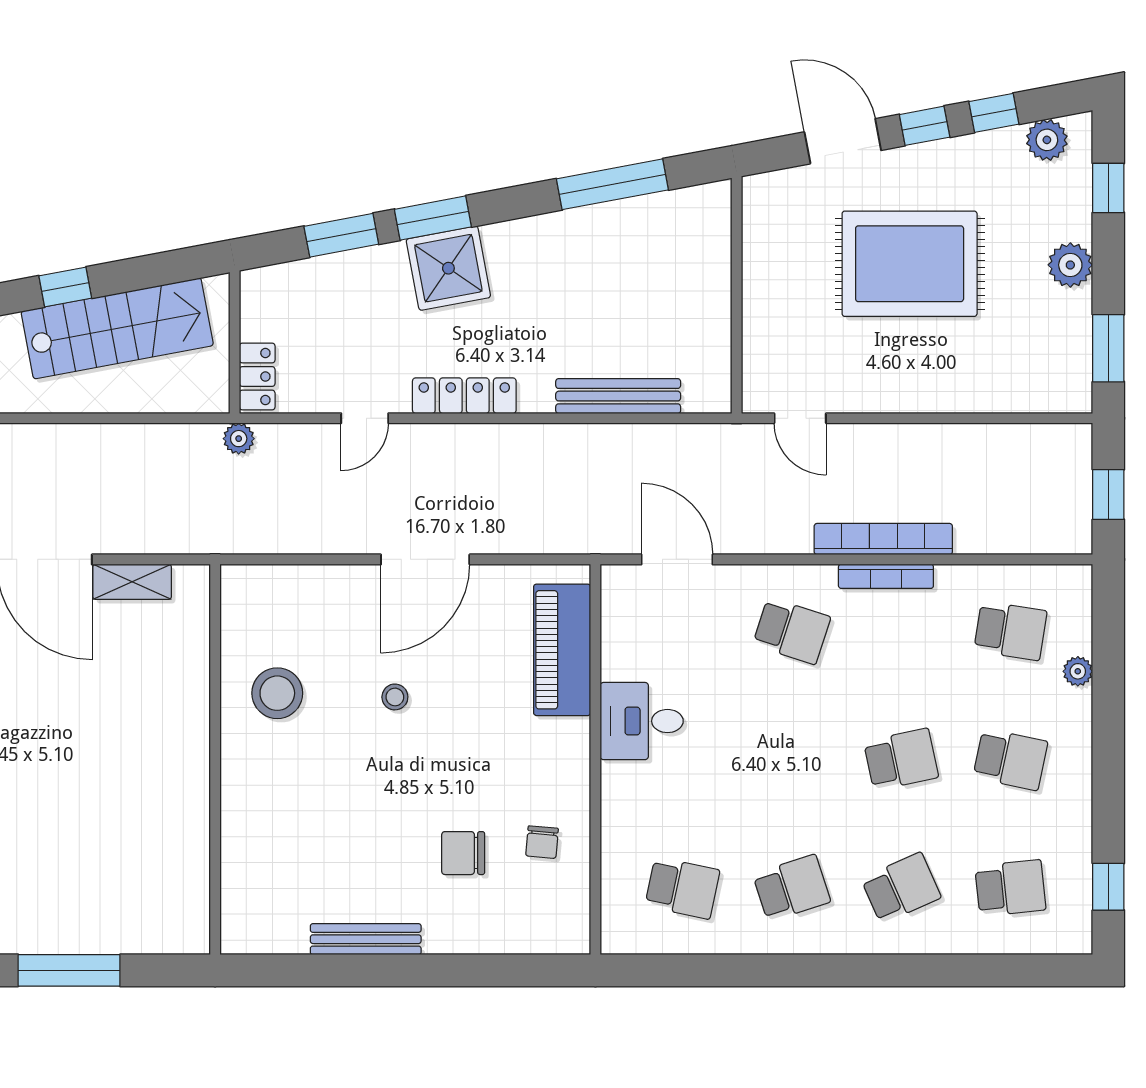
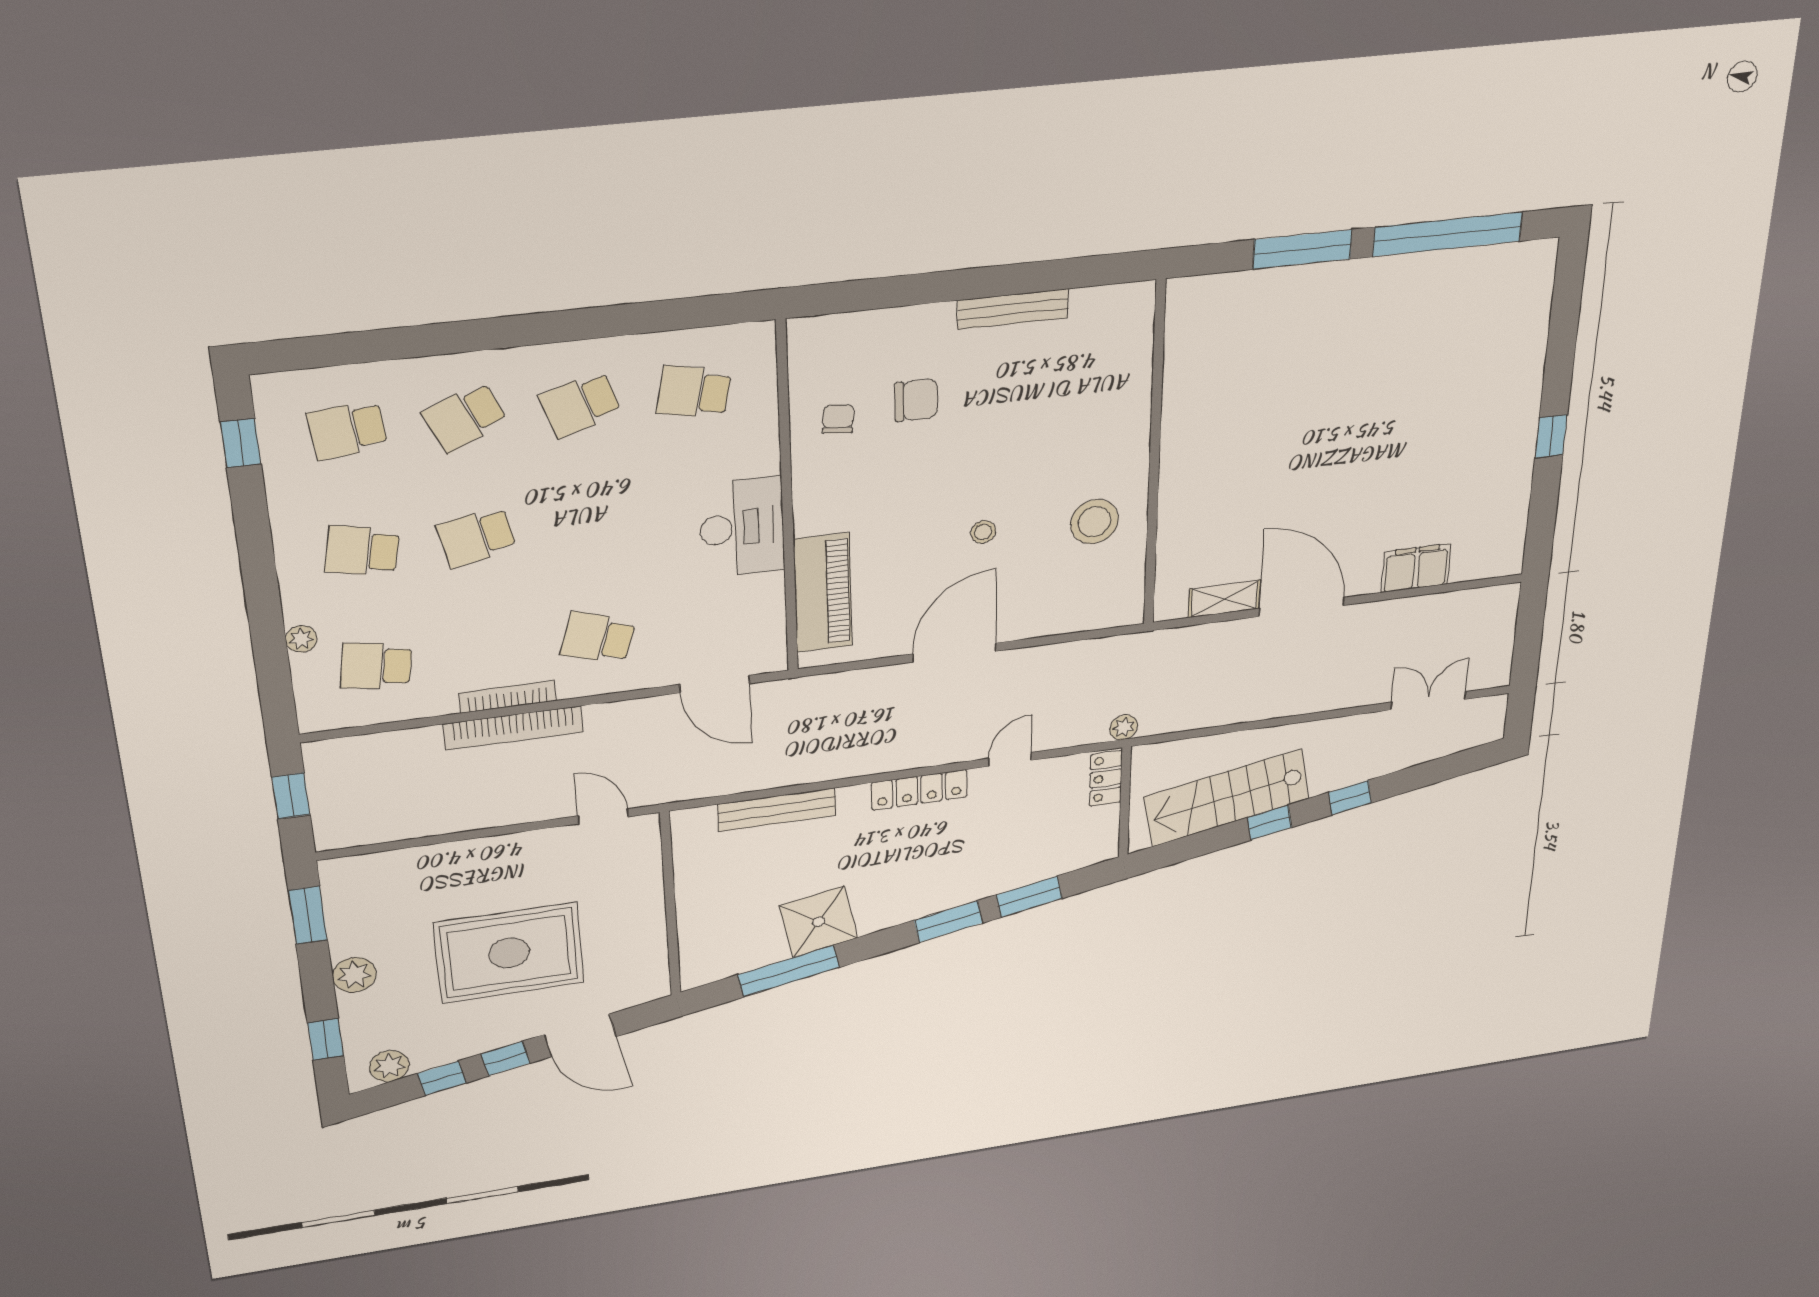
shower: (448, 268) -> (819, 922), moved
desk: (642, 721) -> (742, 527), width x1.37

